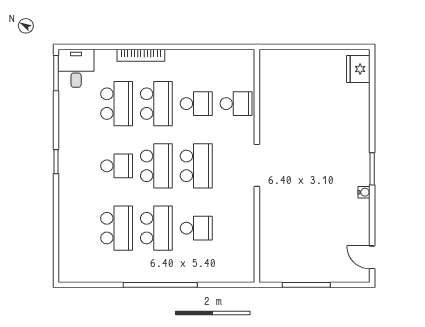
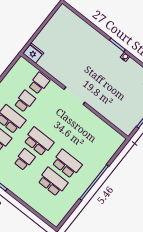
fridge: (358, 69) -> (33, 53), moved, turned 180
school desk: (196, 166) -> (53, 124), removed
school desk: (196, 228) -> (81, 146), removed

